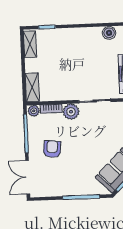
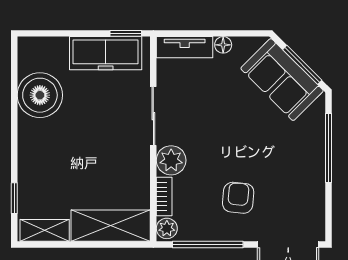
boiler: (109, 33) -> (40, 95), width x1.86, depth x1.86
shelving: (32, 87) -> (111, 226), width x1.50, depth x1.33
armchair: (52, 149) -> (238, 198), turned 89

